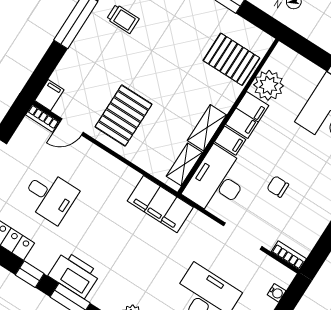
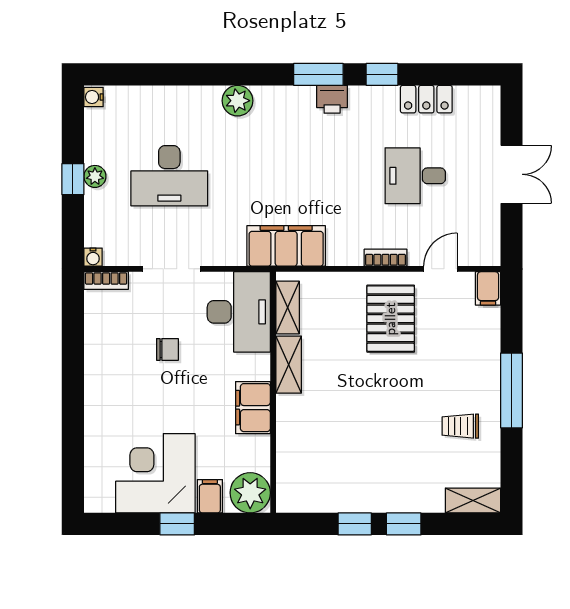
pallet: (231, 59) -> (310, 459), removed
plant: (269, 85) -> (250, 493), moved
bookcase: (42, 118) -> (386, 258), moved
filing cabinet: (230, 141) -> (210, 496), moved, turned 90
printer: (74, 274) -> (332, 99), width x0.53, depth x0.68
water cooler: (277, 293) -> (93, 257), moved, turned -90

